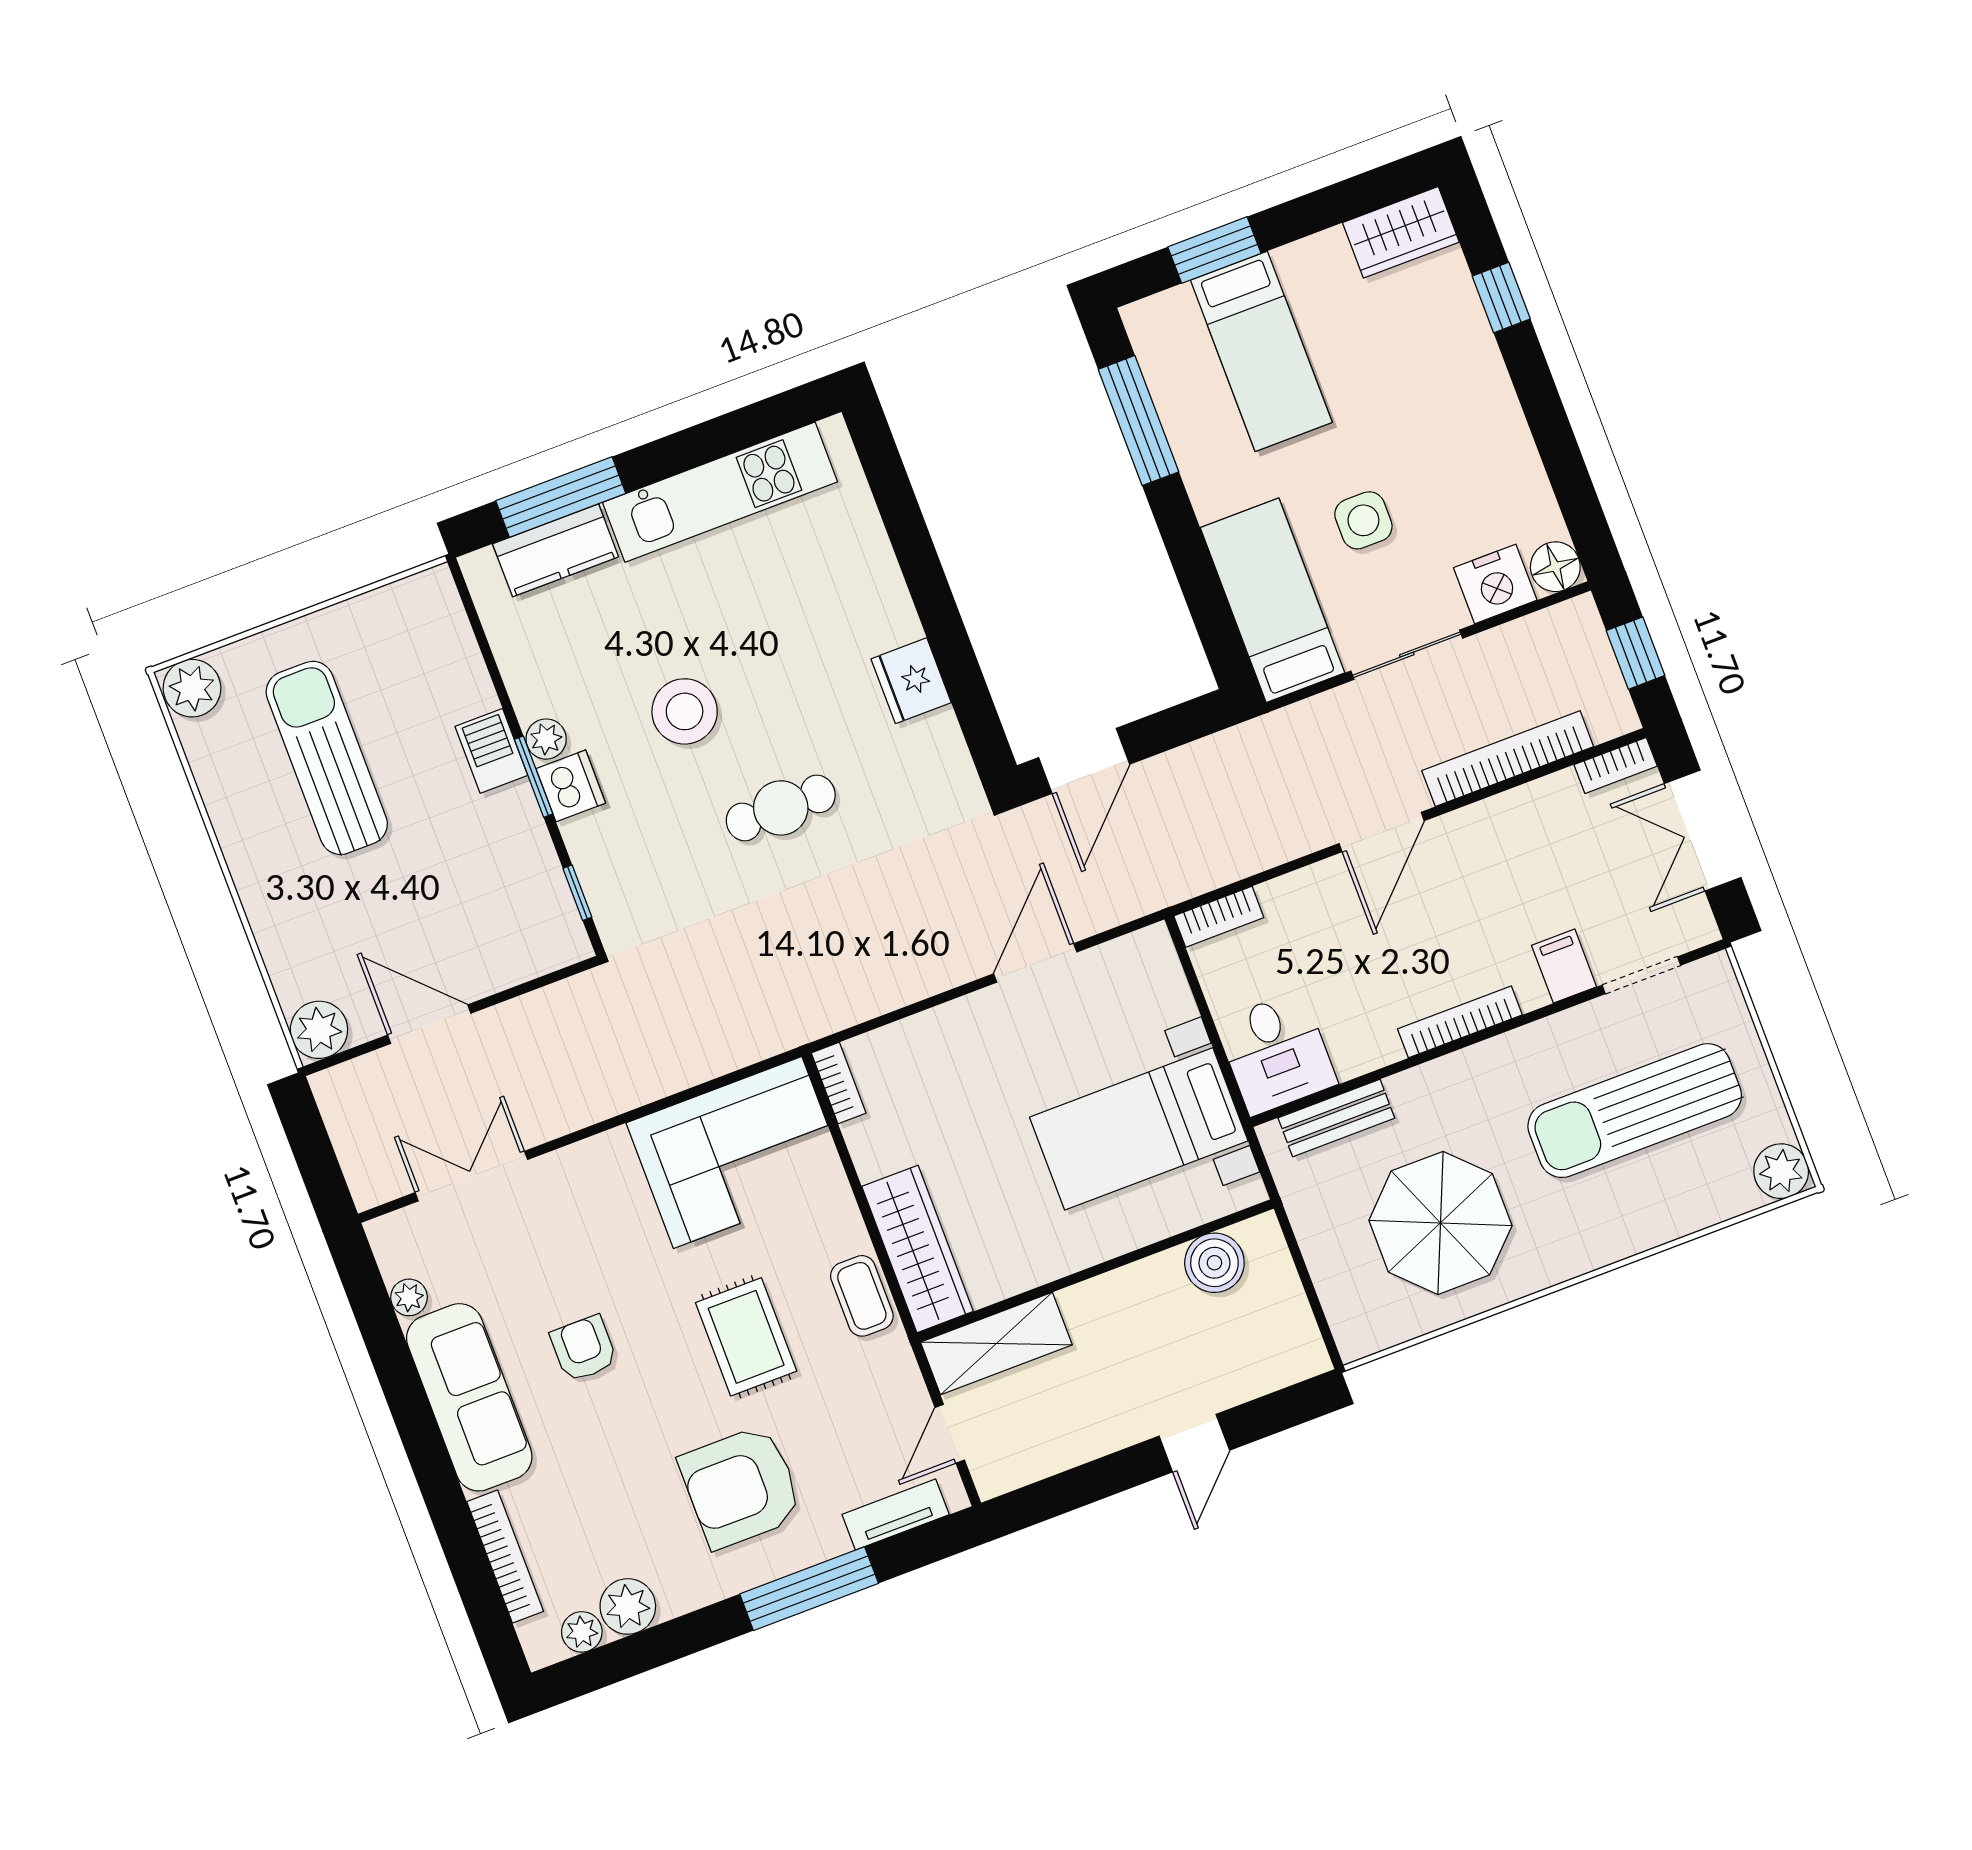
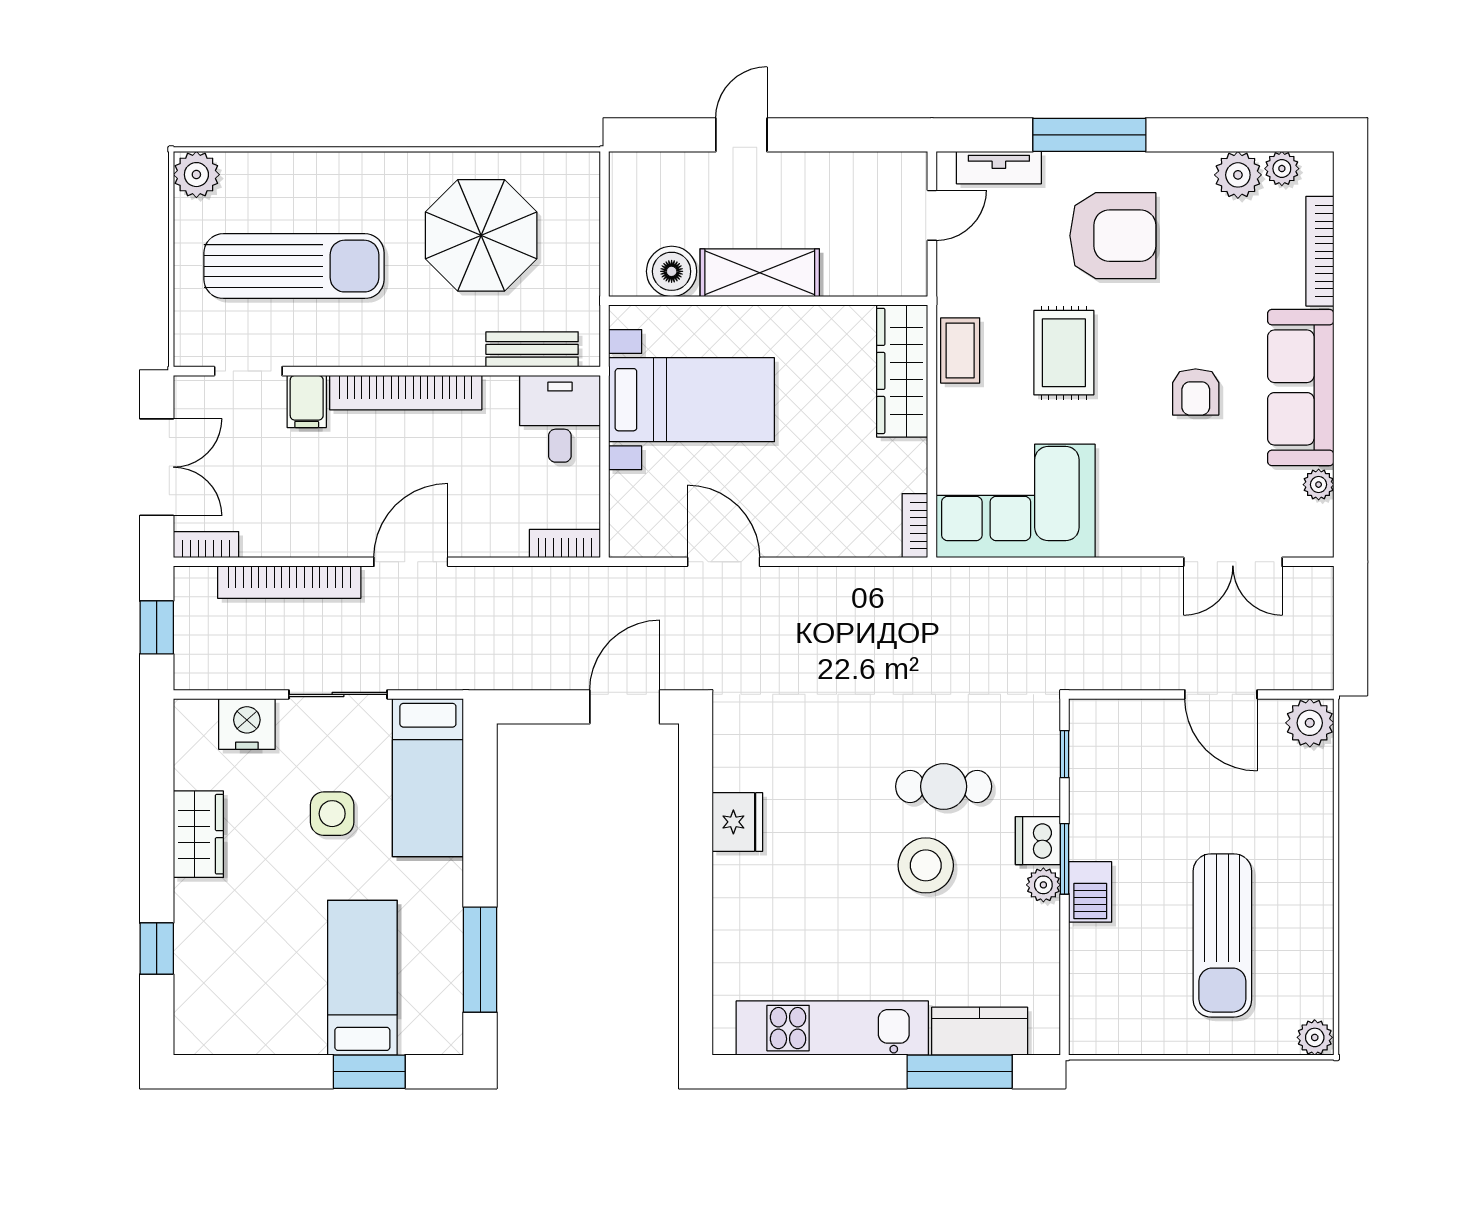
wardrobe: (1401, 232) -> (198, 834), moved, turned 90
floor lamp: (1555, 567) -> (194, 720), removed
plant: (192, 688) -> (1315, 1037), width x0.73, depth x0.73
cafe table: (781, 808) -> (944, 786), moved
door: (1035, 963) -> (724, 562), swing flipped
bookcase: (1460, 1022) -> (406, 393), width x1.48, depth x1.31
shelving: (996, 1344) -> (760, 273), moved

